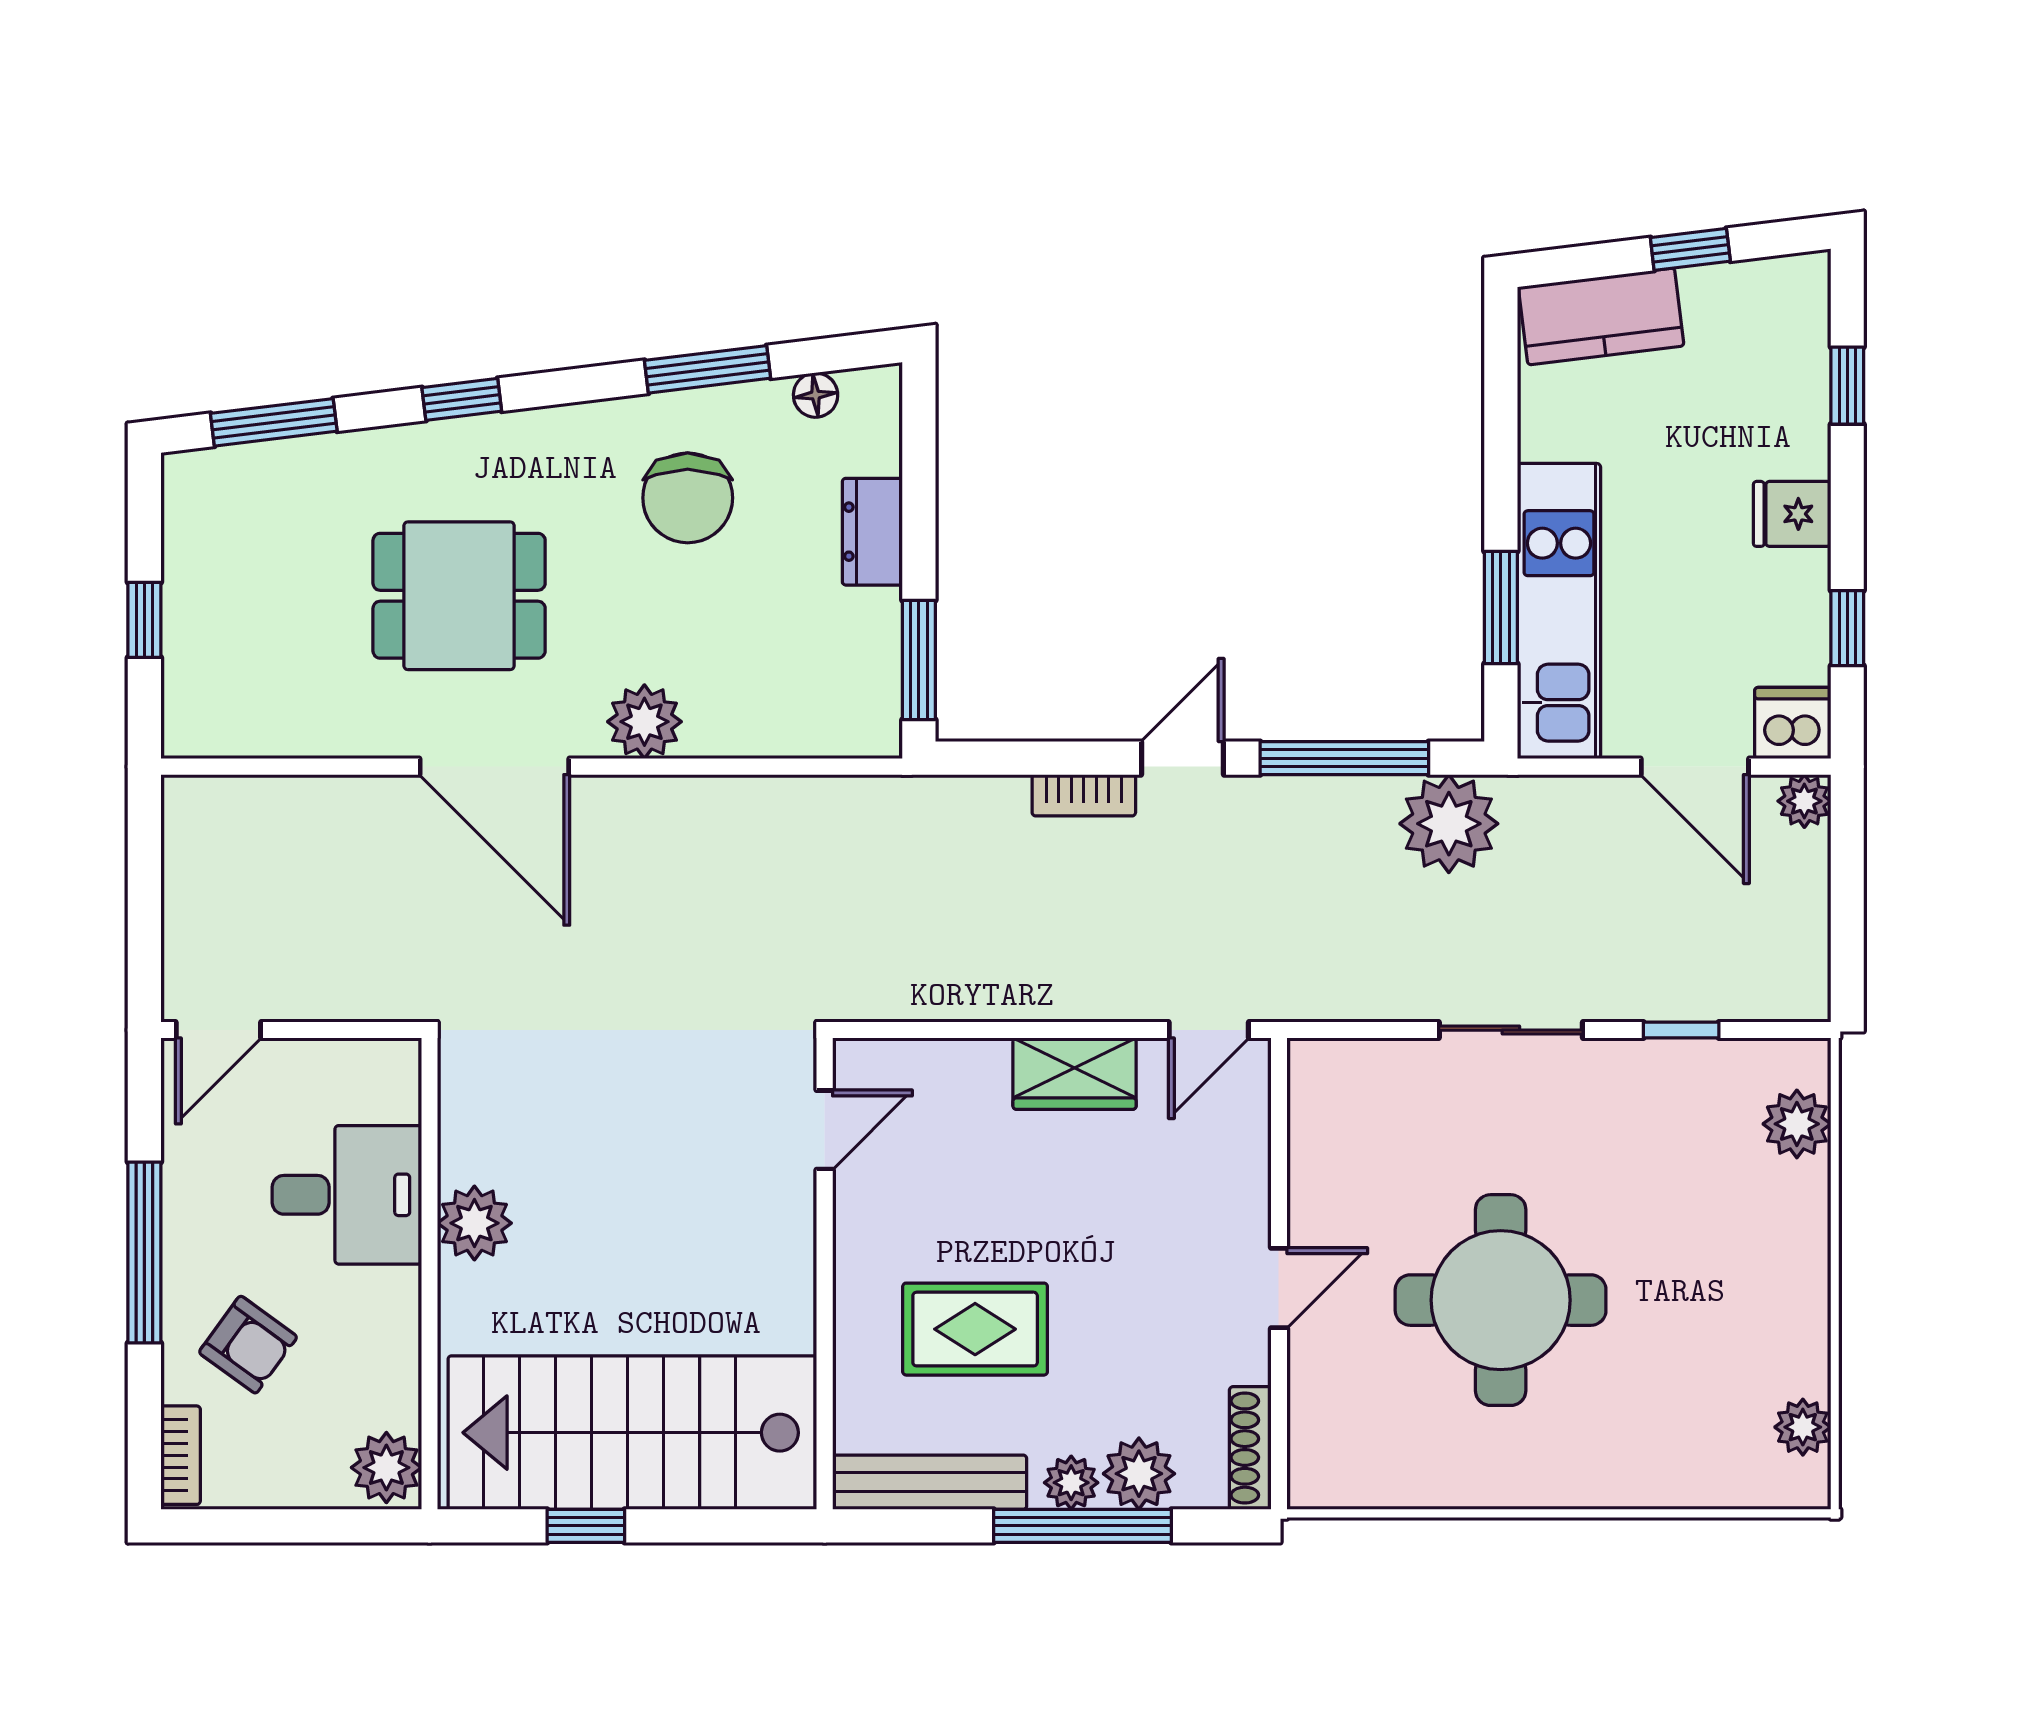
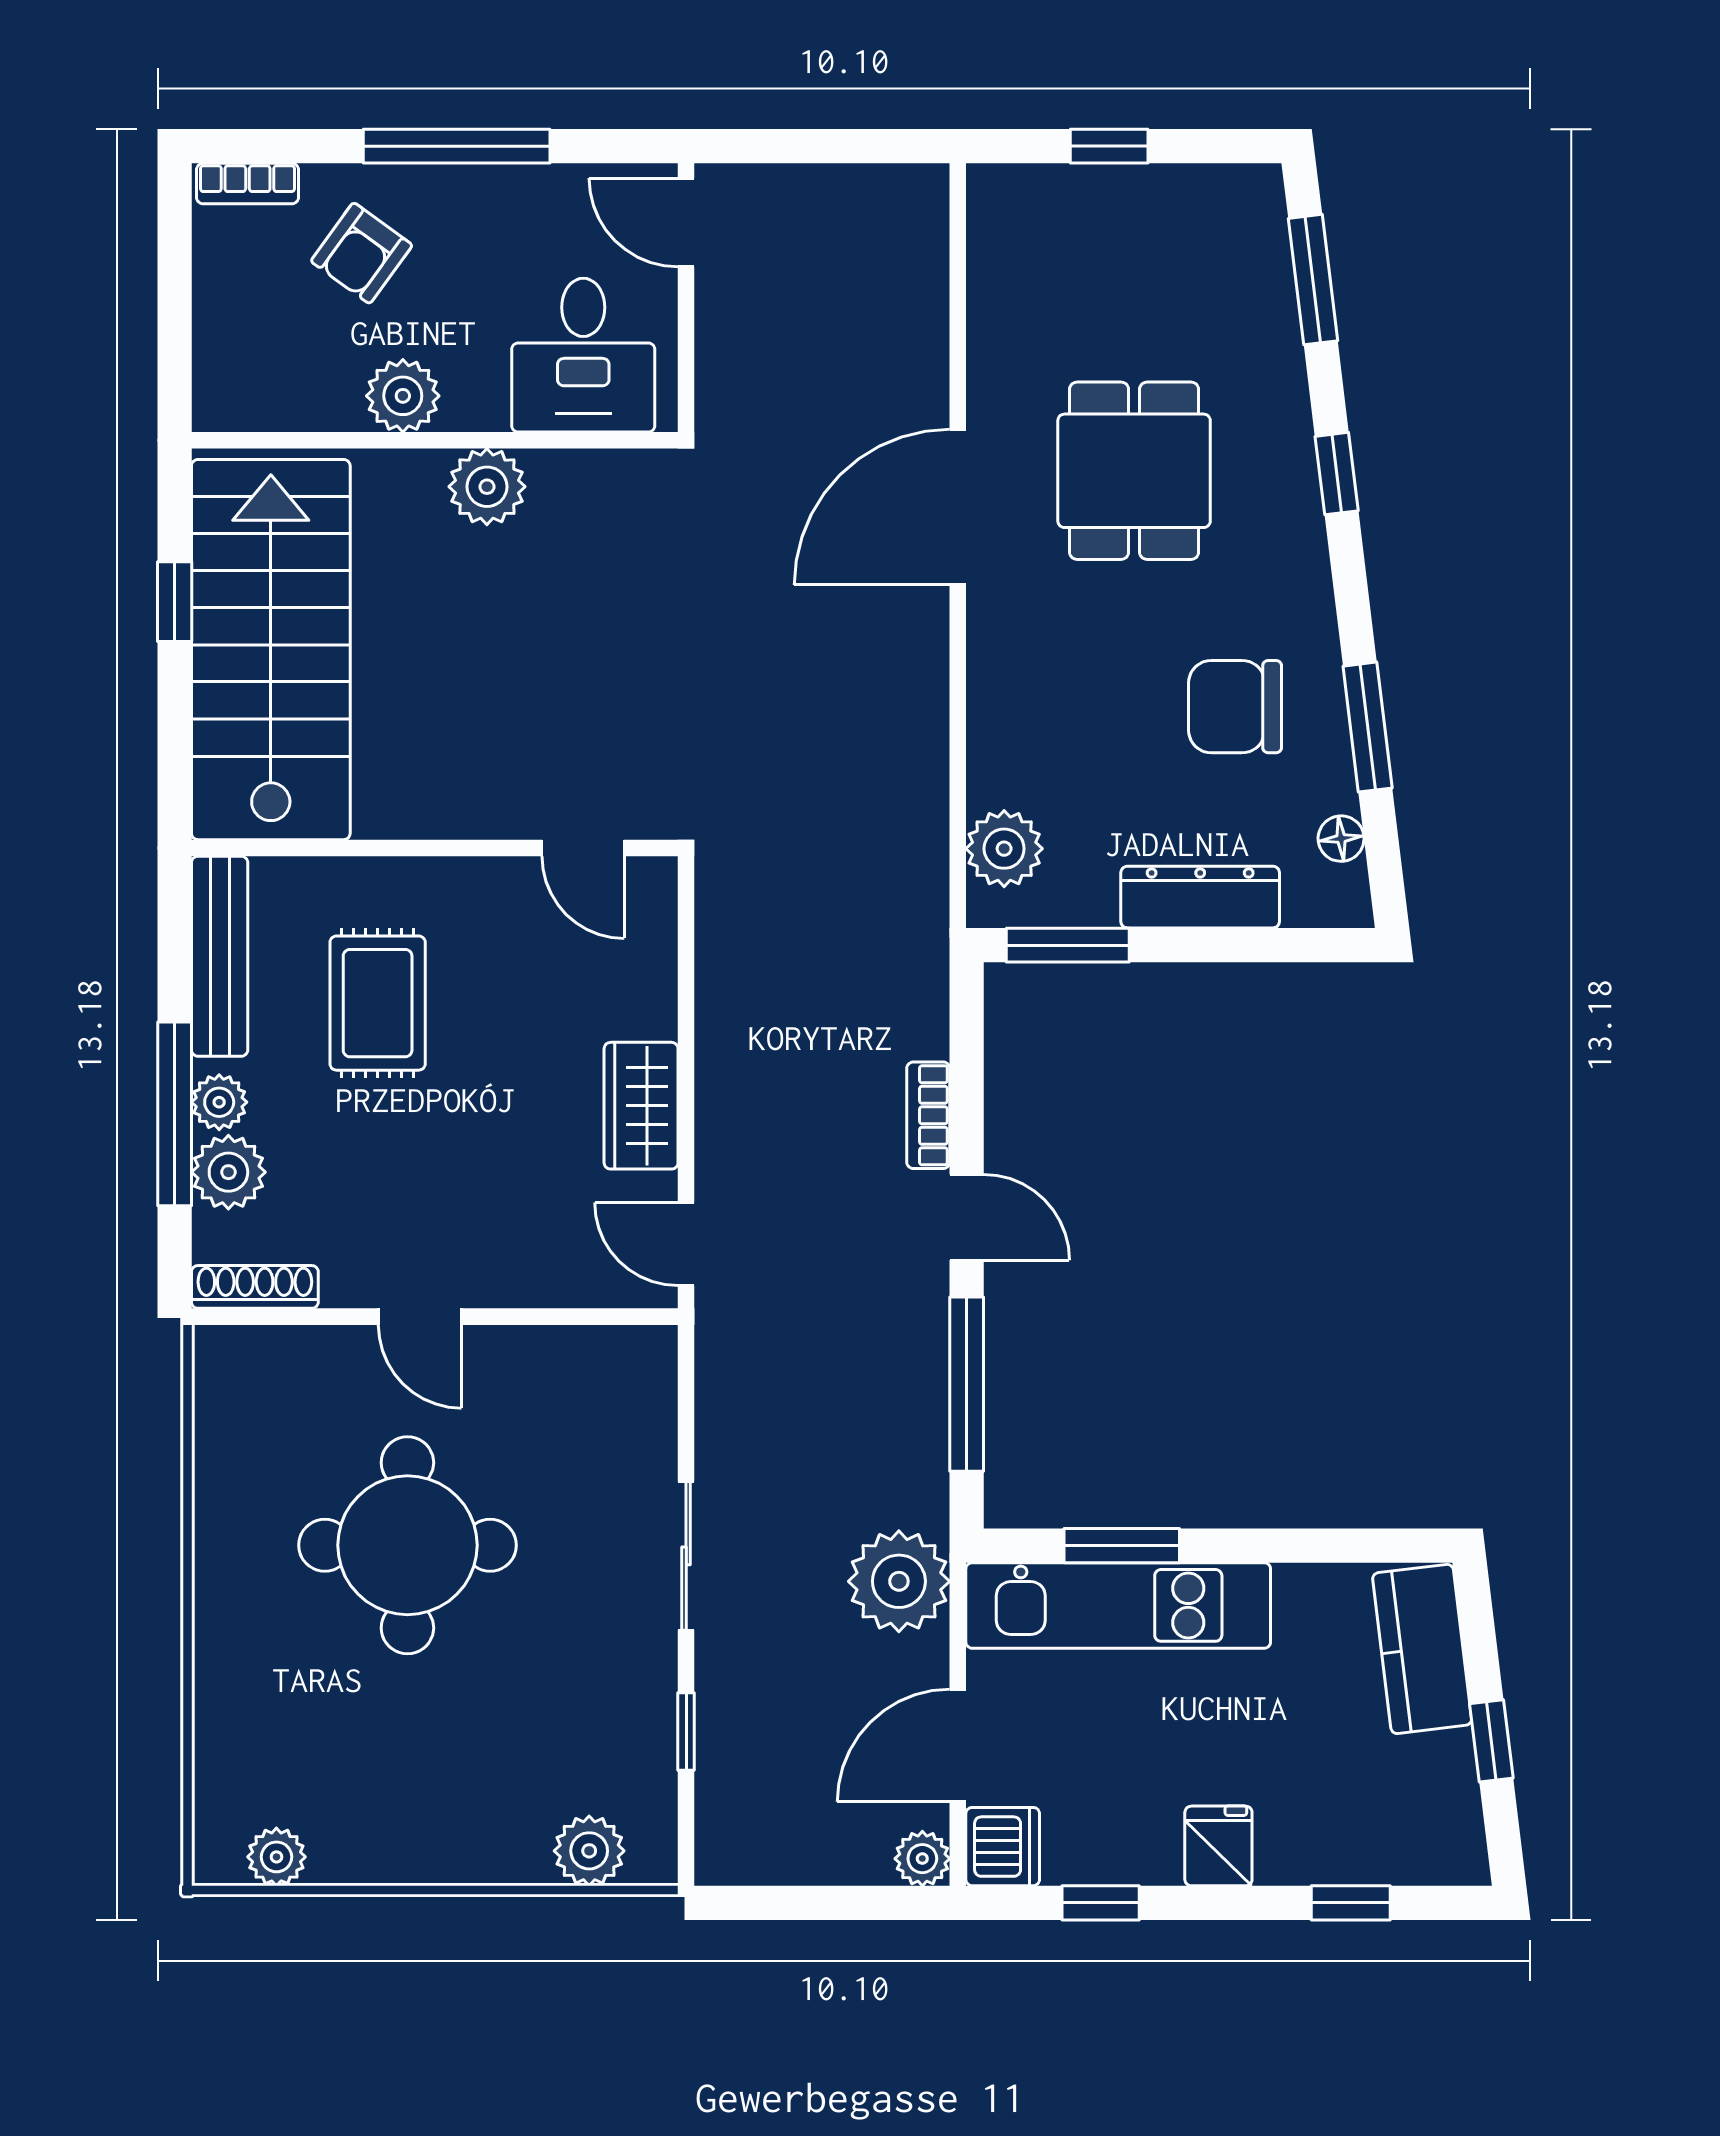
dresser: (872, 532) -> (1200, 897), width x1.44
plant: (644, 722) -> (1004, 849), moved
plant: (1449, 824) -> (899, 1581), moved
desk: (347, 1195) -> (583, 355), moved
plant: (386, 1468) -> (403, 396), moved

